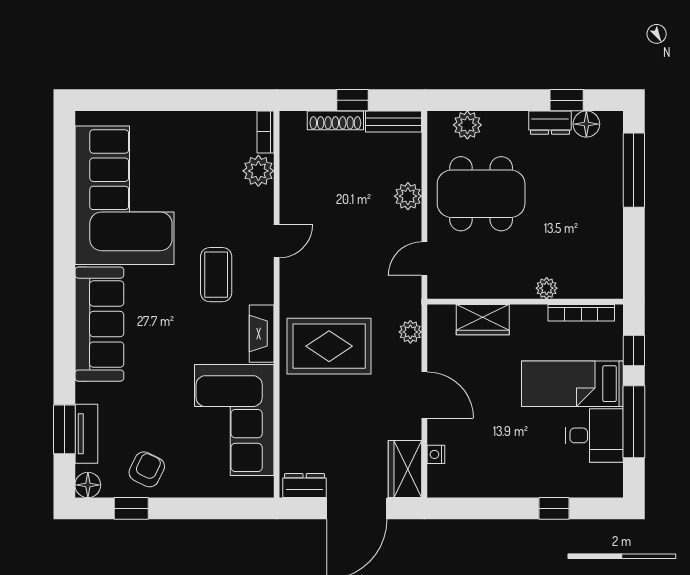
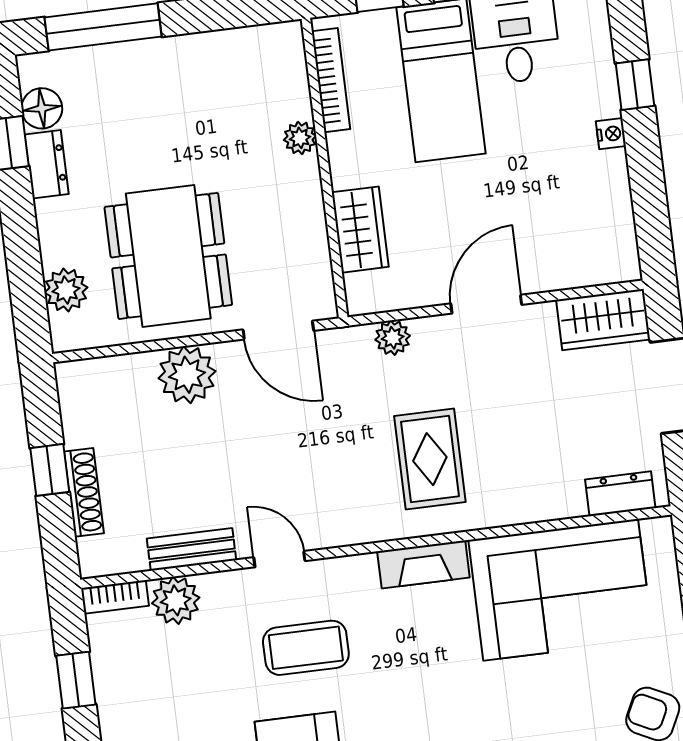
window: (215, 100) -> (76, 680), added
bench: (393, 121) -> (192, 549), moved, turned 90
plant: (408, 196) -> (187, 375), width x1.36, depth x1.36
door: (424, 259) -> (278, 330), width x1.38
coffee table: (216, 275) -> (306, 648), moved
rug: (329, 346) -> (430, 459), width x0.73, depth x0.70
nightstand: (436, 454) -> (611, 134), moved, turned -90
dresser: (305, 486) -> (620, 494), moved, turned 90

